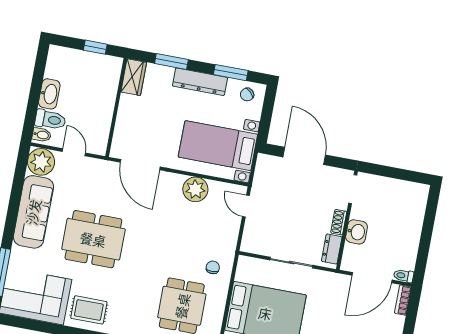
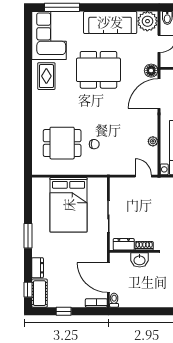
floor lamp: (108, 169) -> (151, 71), added
plant: (195, 189) -> (153, 141), width x0.53, depth x0.53
door: (246, 206) -> (143, 176), hinge flipped
dining table: (93, 239) -> (98, 70), turned 90
chair: (213, 267) -> (94, 144), moved

